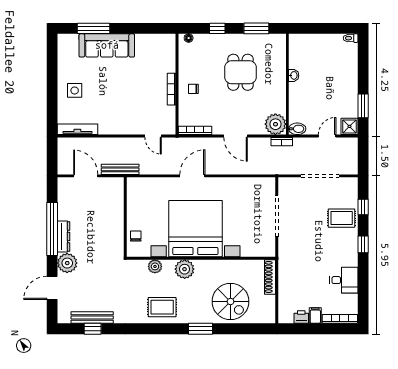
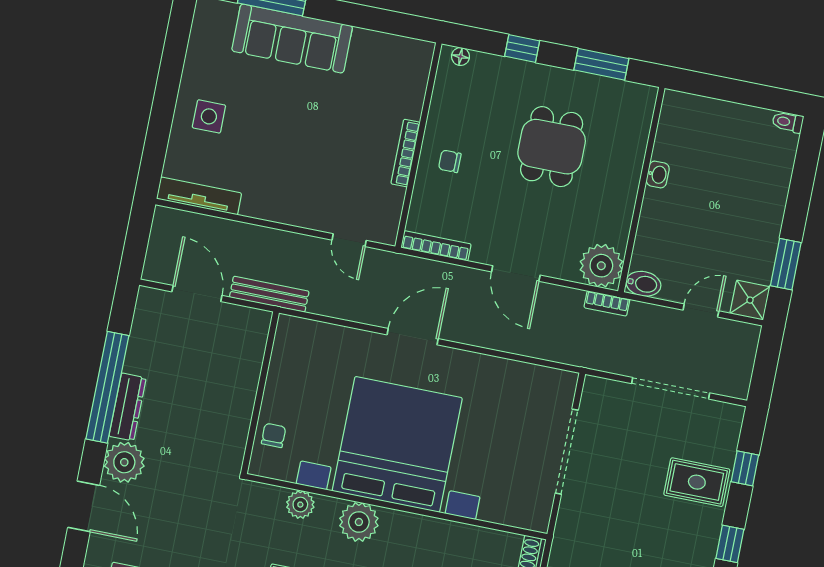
door: (52, 288) -> (84, 506), swing flipped

